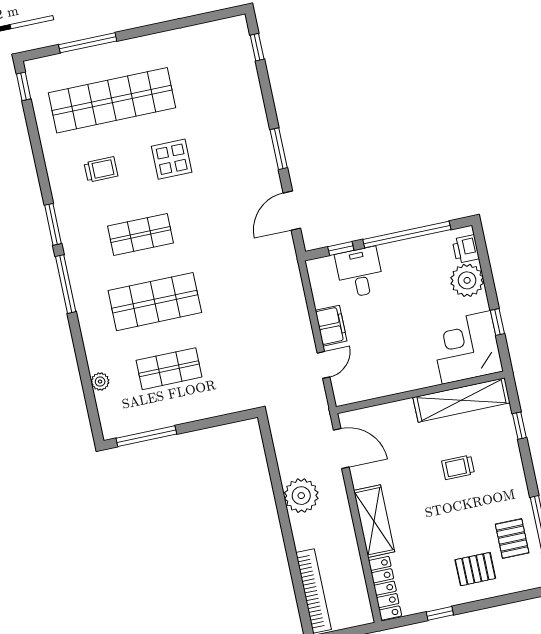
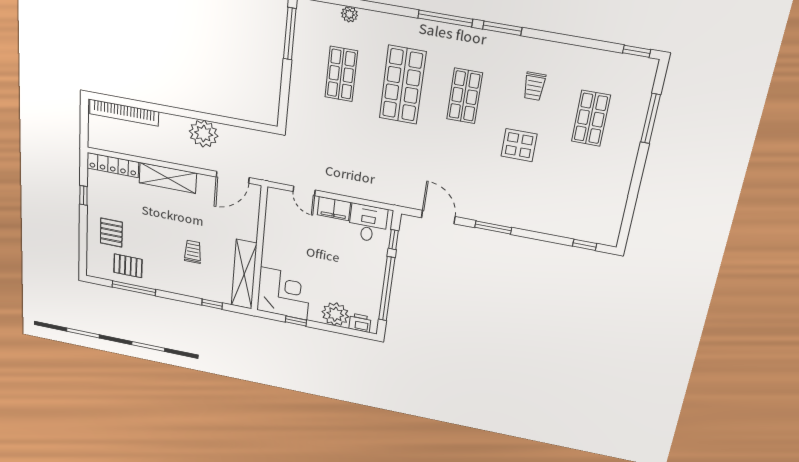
shop shelf: (112, 100) -> (591, 118), width x0.50, depth x0.74
desk: (360, 272) -> (368, 223), moved, turned -90

